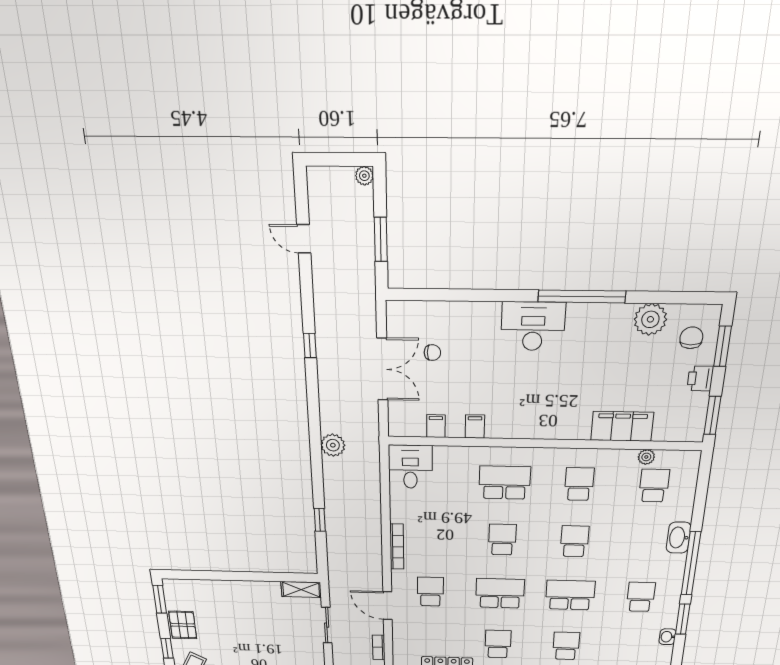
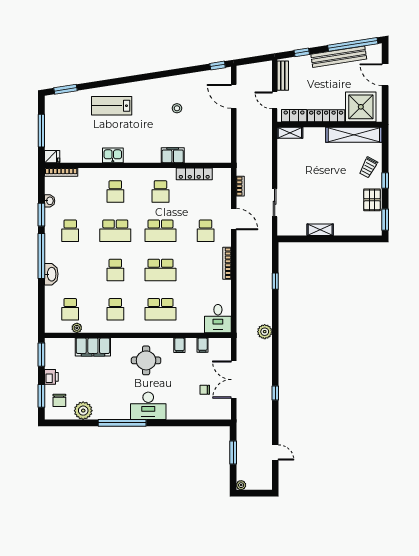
round table: (533, 403) -> (146, 360), added
school desk: (502, 540) -> (160, 270), width x1.85
shelving: (301, 590) -> (320, 230), moved

